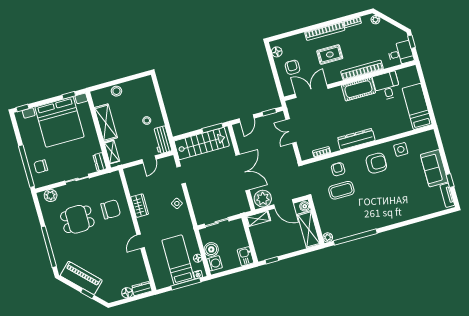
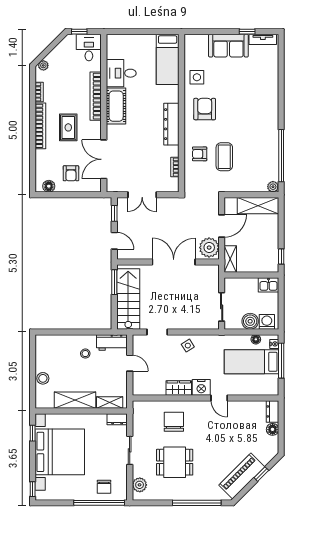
armchair: (292, 67) -> (71, 173), turned -90
bed: (417, 106) -> (168, 59), moved, turned -90
boiler: (305, 206) -> (231, 203), removed
dining table: (77, 219) -> (175, 462), turned 90
nightstand: (145, 224) -> (201, 387), added

